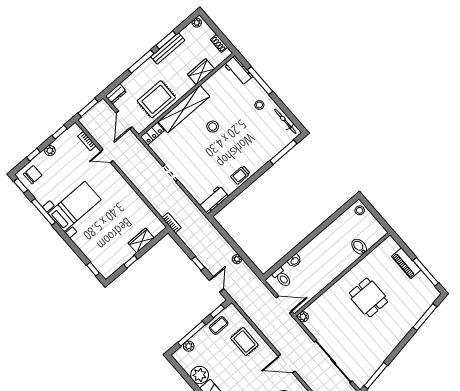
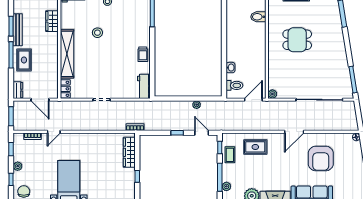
rug: (156, 99) -> (24, 60), moved, width x0.73, depth x0.70
stool: (213, 127) -> (97, 33), moved
wardrobe: (141, 241) -> (129, 152), width x1.50

